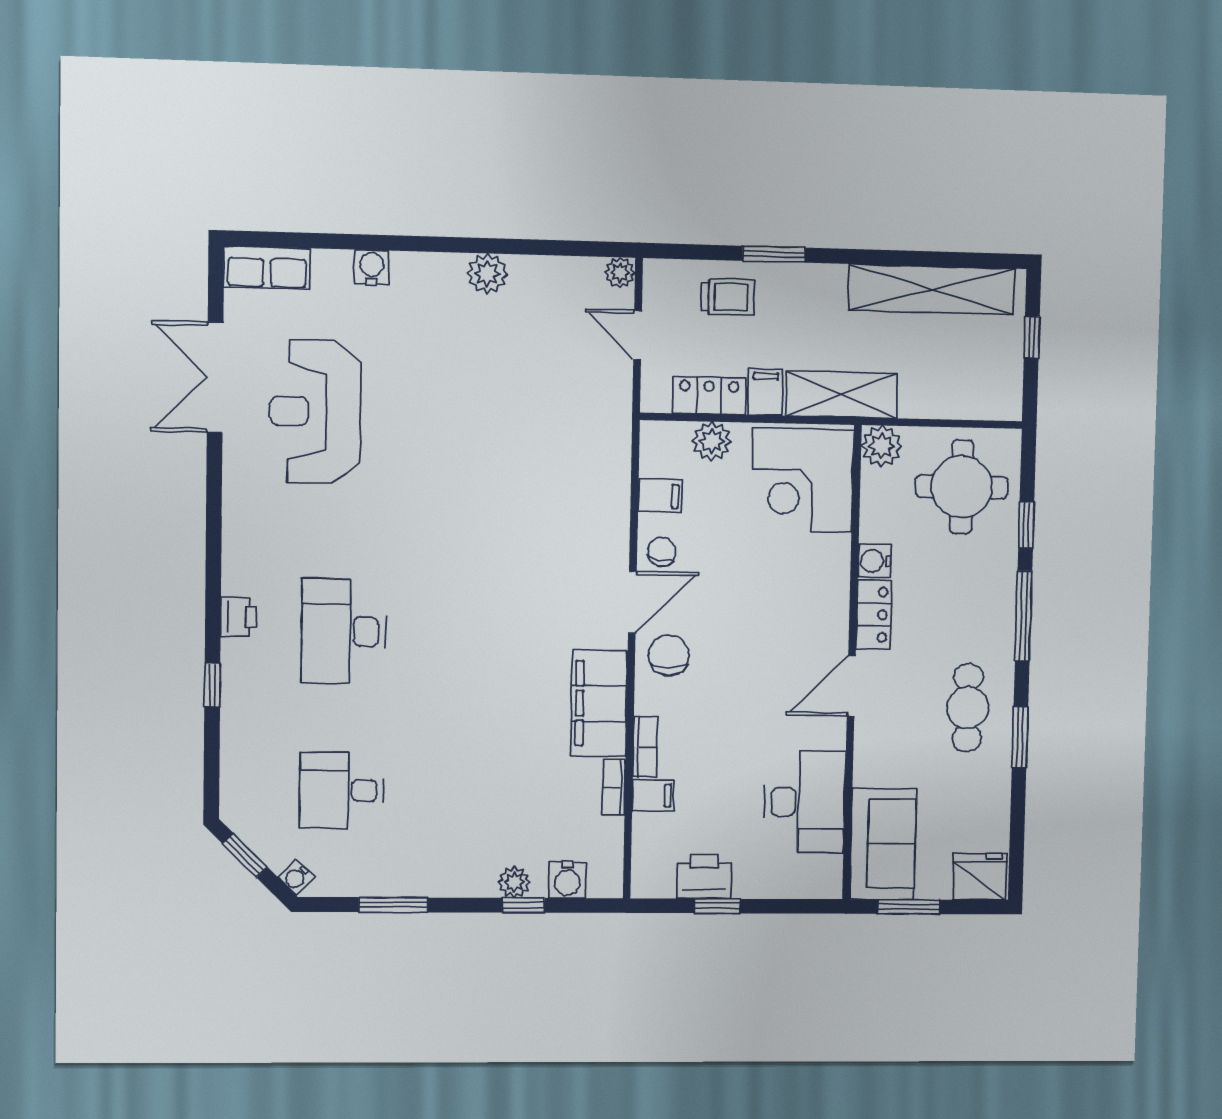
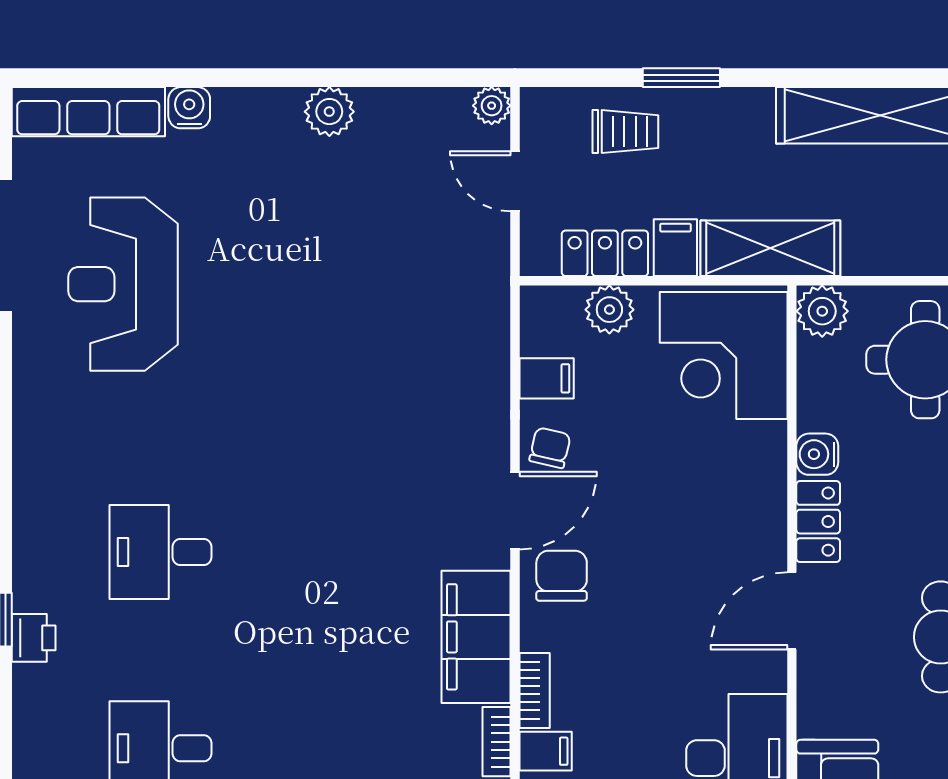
row of seats: (267, 268) -> (88, 112), width x1.48
printer: (239, 617) -> (34, 638), moved
desk: (343, 631) -> (161, 552), width x0.73

